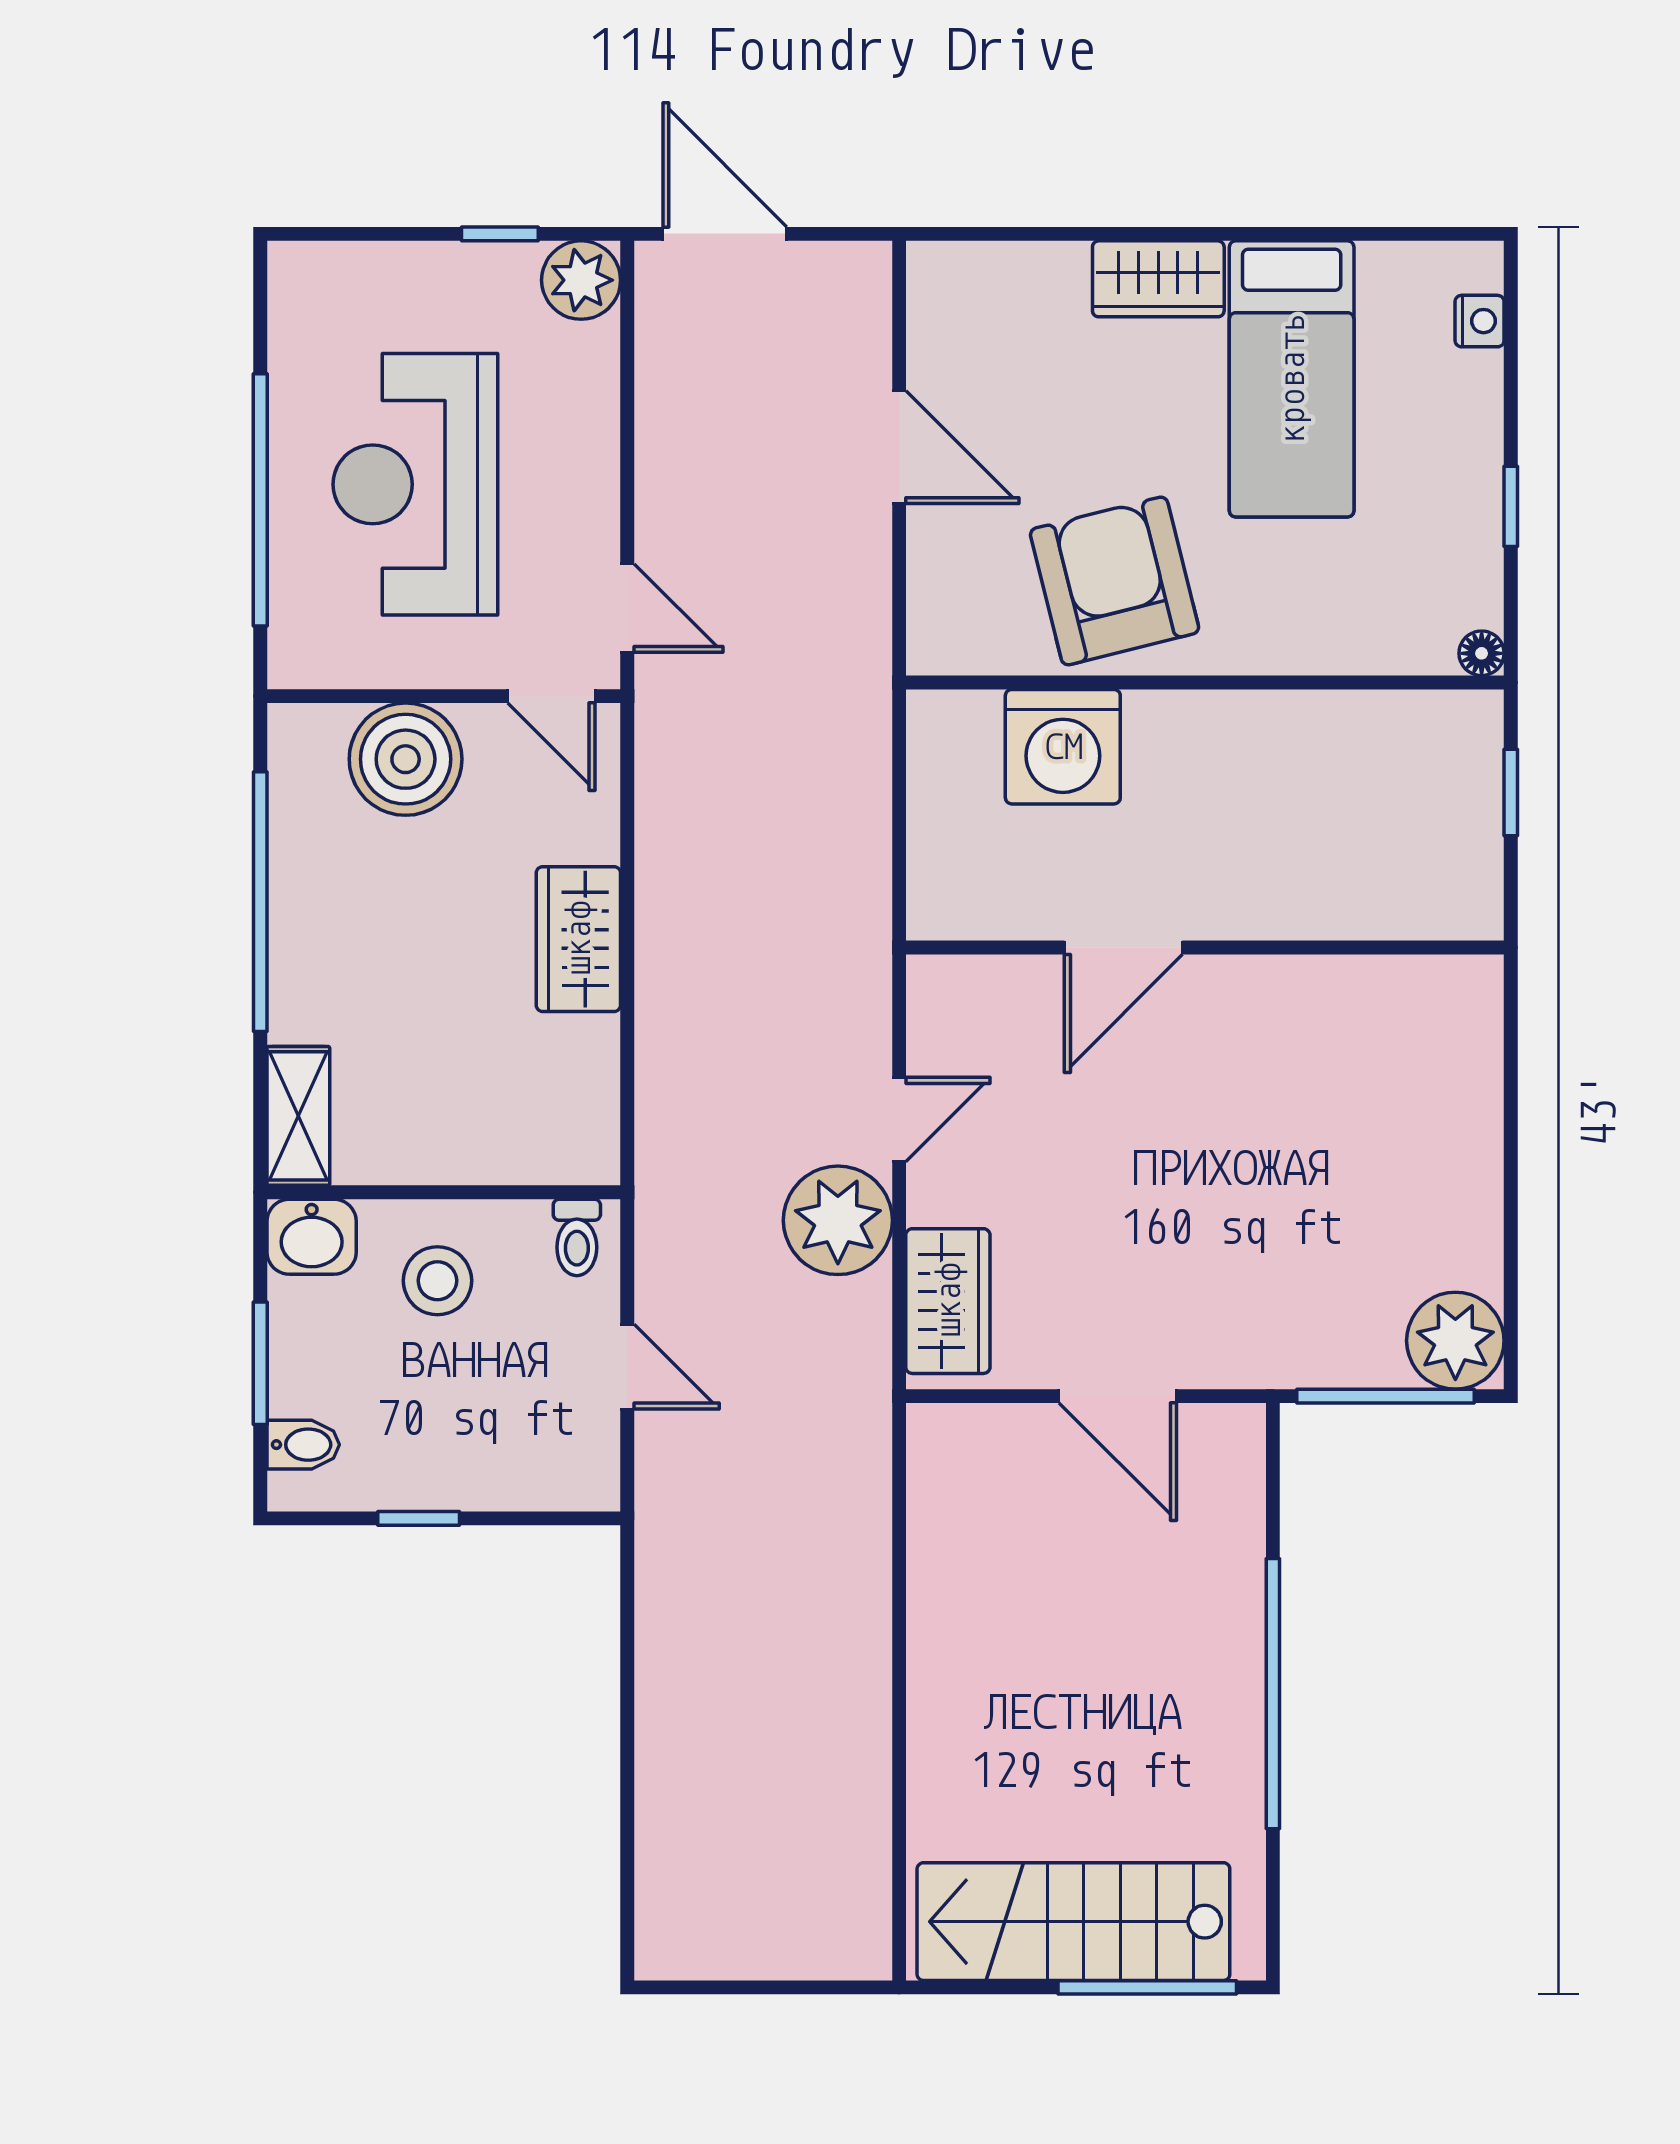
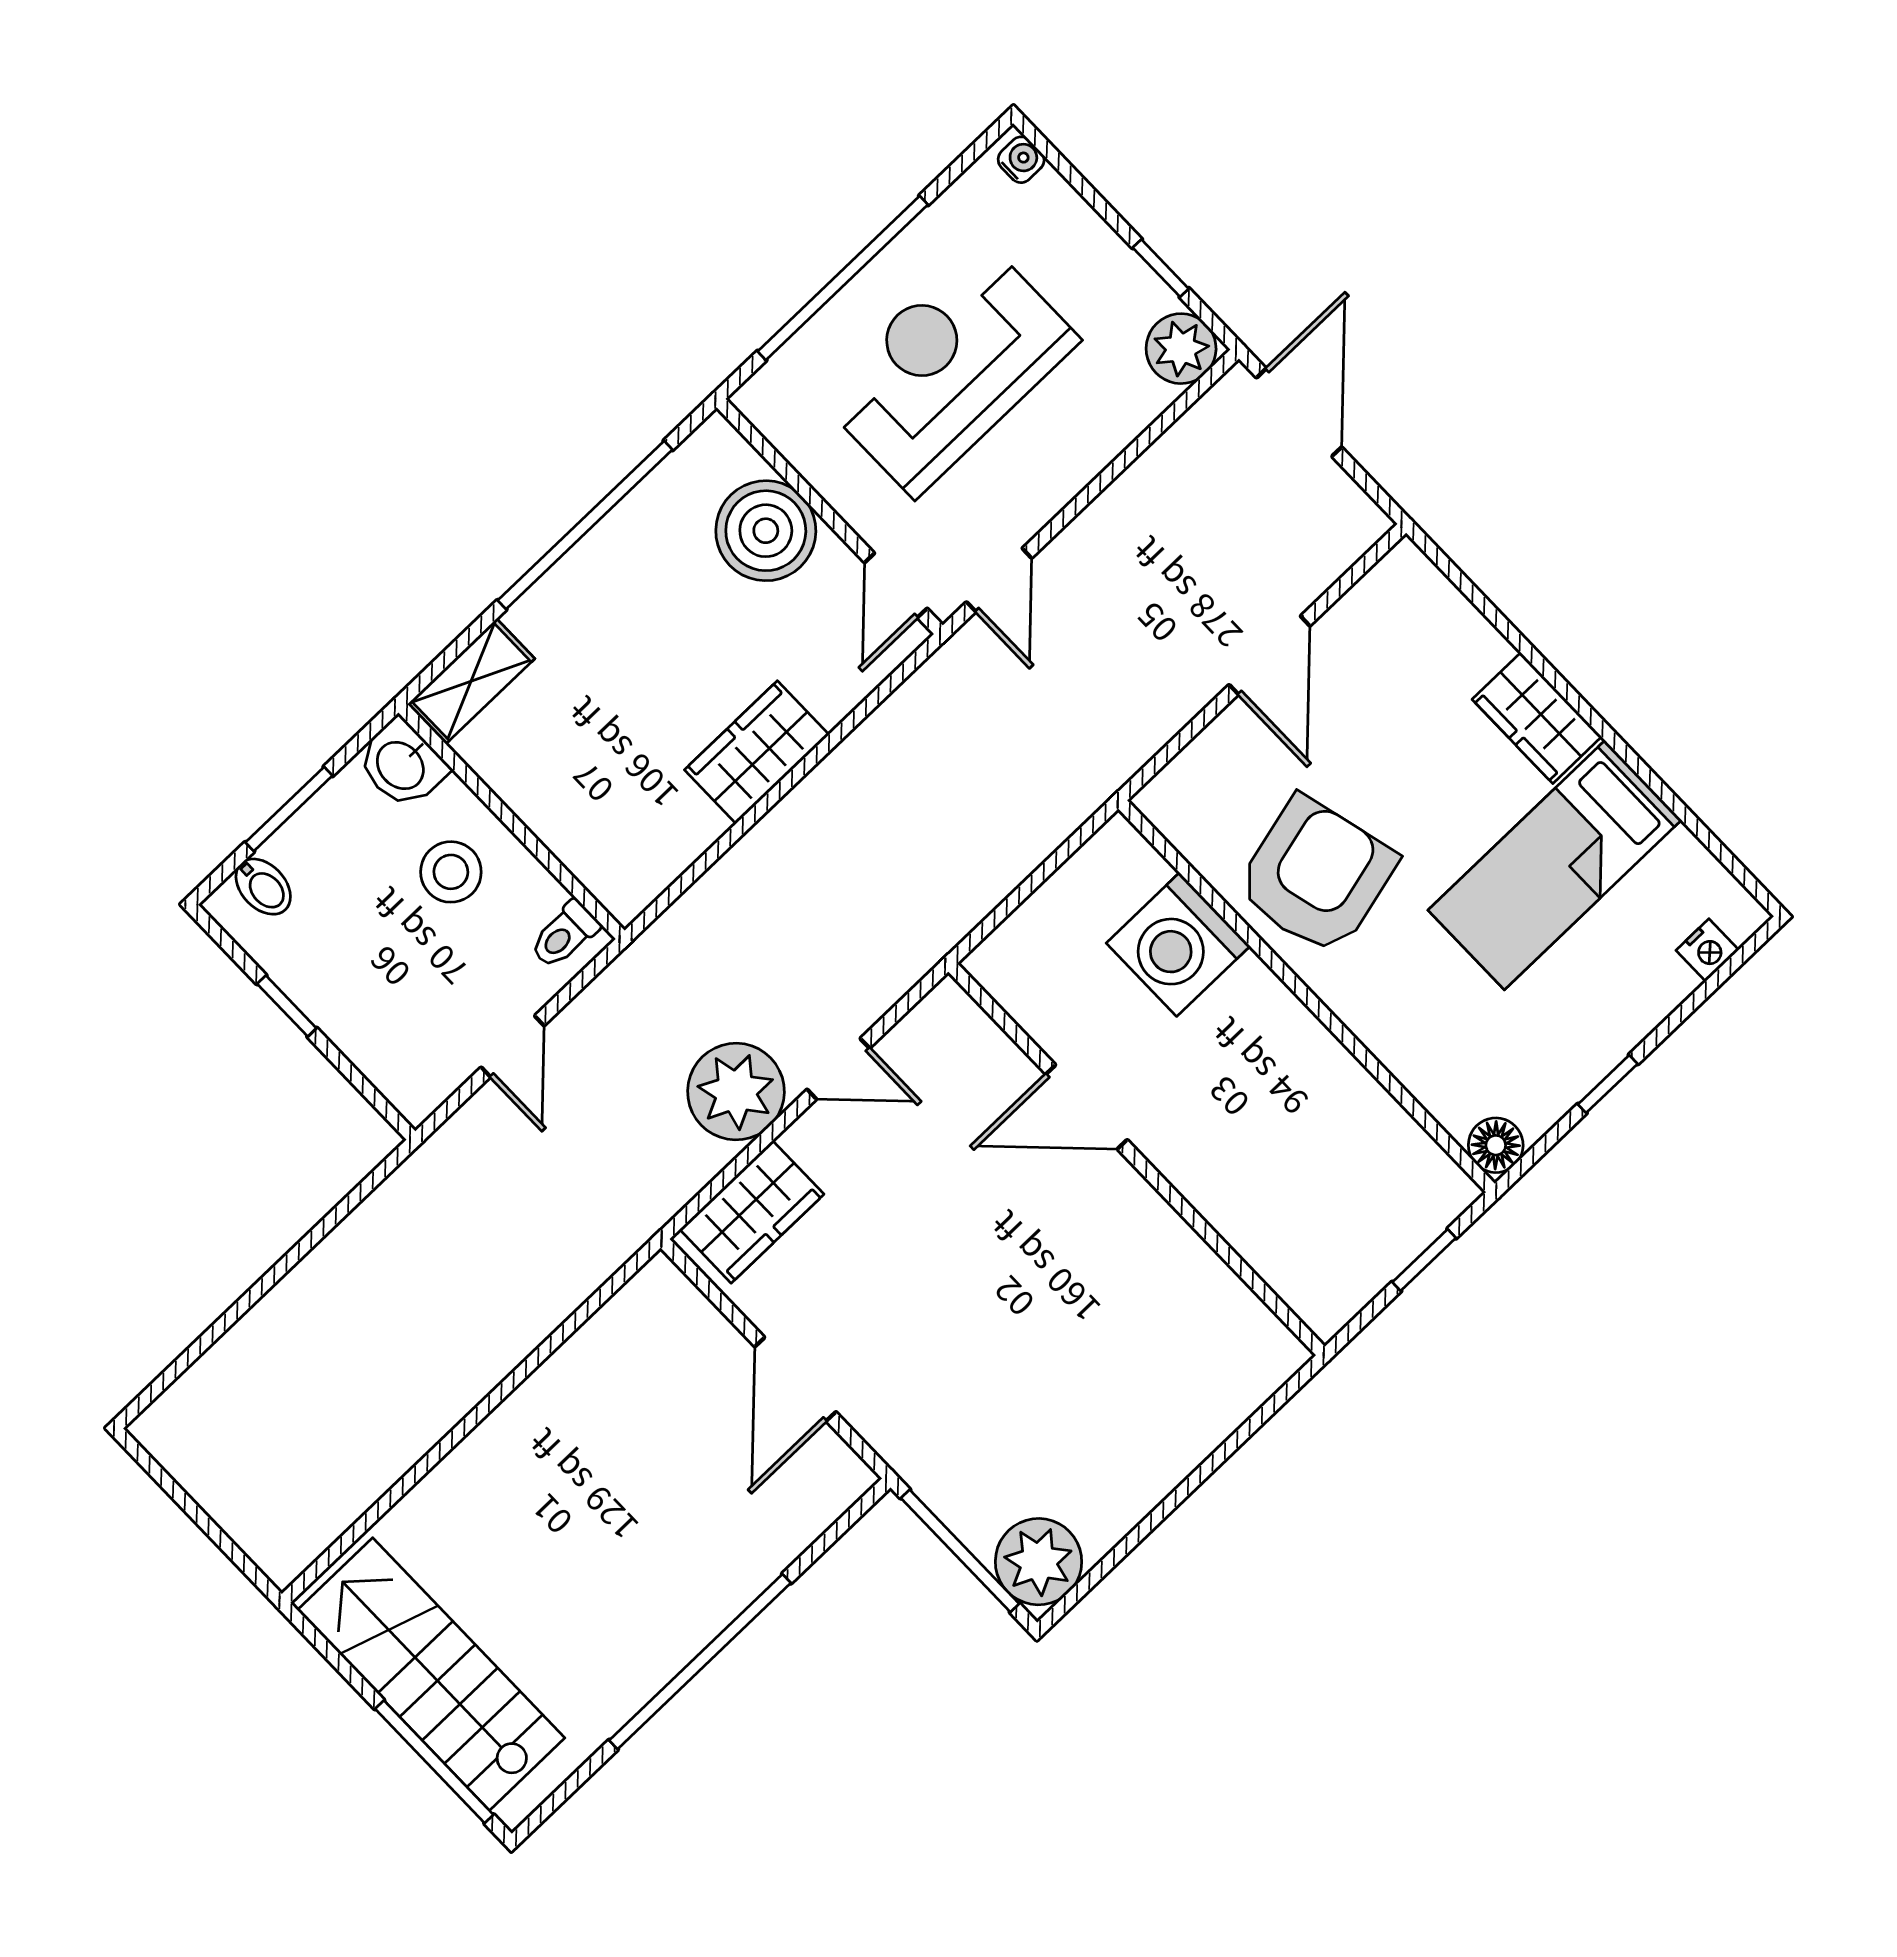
water cooler: (303, 263) -> (1021, 160), added
floor lamp: (1482, 653) -> (1496, 1145), width x1.37, depth x1.37

